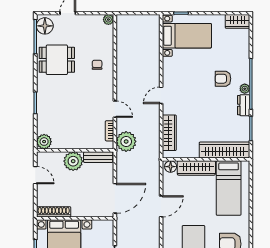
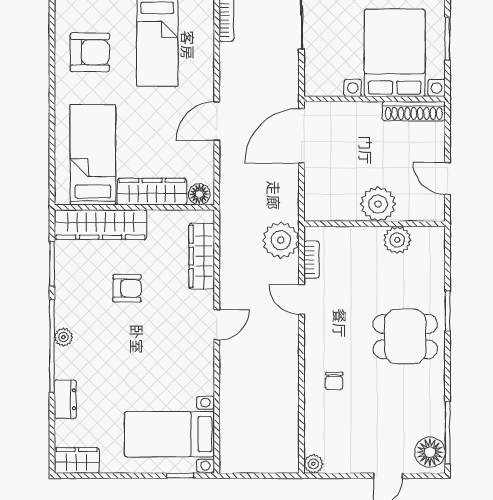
dining table: (57, 60) -> (405, 337), moved
armchair: (223, 79) -> (127, 288), moved
dresser: (244, 105) -> (65, 399), moved
plant: (44, 142) -> (397, 240), moved
bench: (98, 157) -> (332, 211), removed

